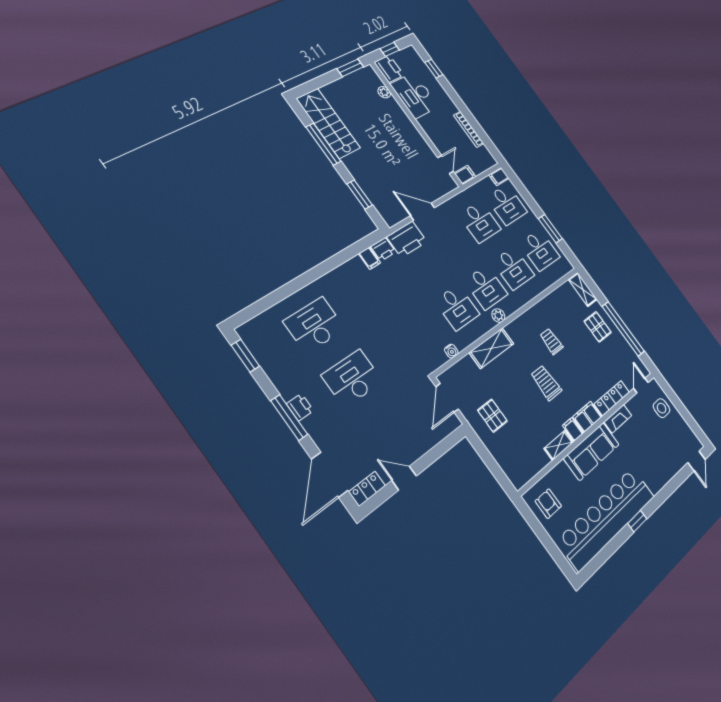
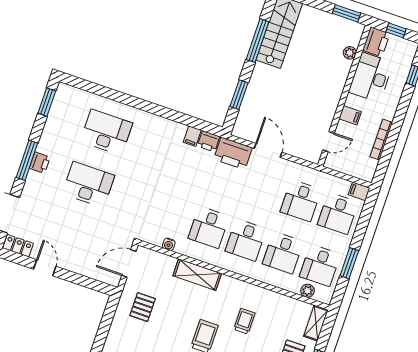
filing cabinet: (465, 175) -> (350, 115), moved
plant: (498, 315) -> (307, 291), moved

